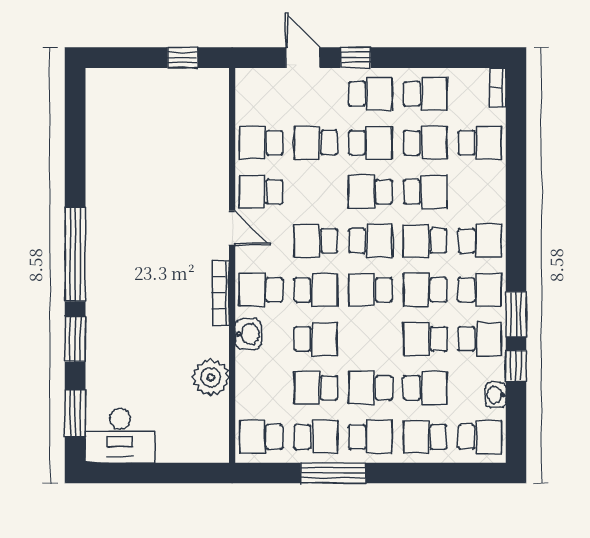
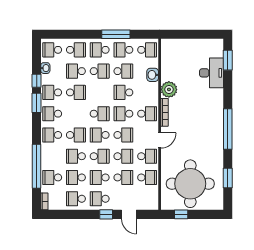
round table: (162, 128) -> (190, 184), added
window: (516, 169) -> (37, 166), added
door: (232, 228) -> (160, 140), swing flipped
school desk: (425, 290) -> (123, 156), moved
washbasin: (248, 334) -> (153, 75), moved
window: (75, 339) -> (228, 178), moved
plant: (211, 377) -> (169, 89), moved
desk: (120, 436) -> (212, 73), moved, turned 90

